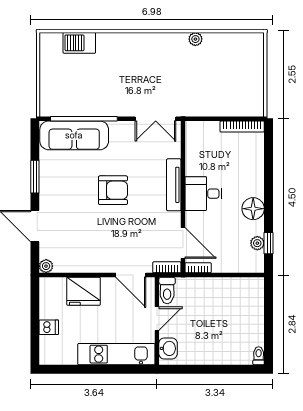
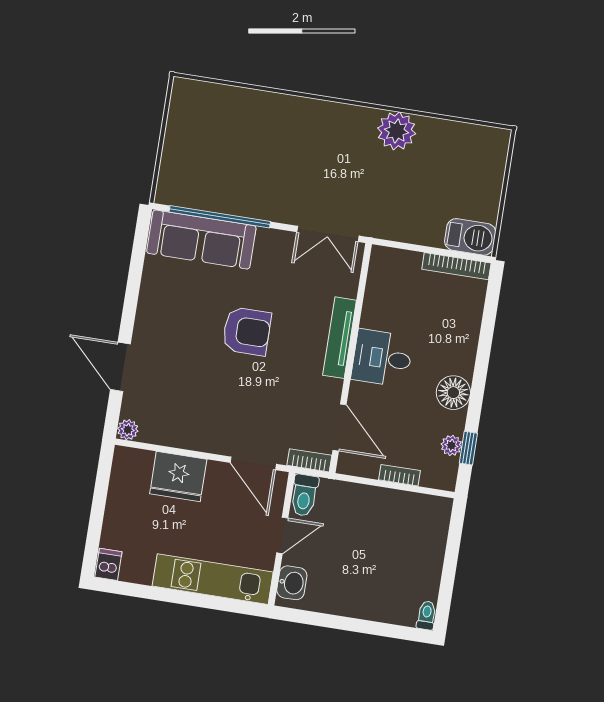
plant: (195, 39) -> (397, 131), width x1.88, depth x1.88
barbecue: (79, 43) -> (470, 237), moved, turned 180
window: (35, 177) -> (132, 292), removed
bookcase: (198, 268) -> (400, 475), moved
dishwasher: (49, 327) -> (108, 564), moved, turned -90

